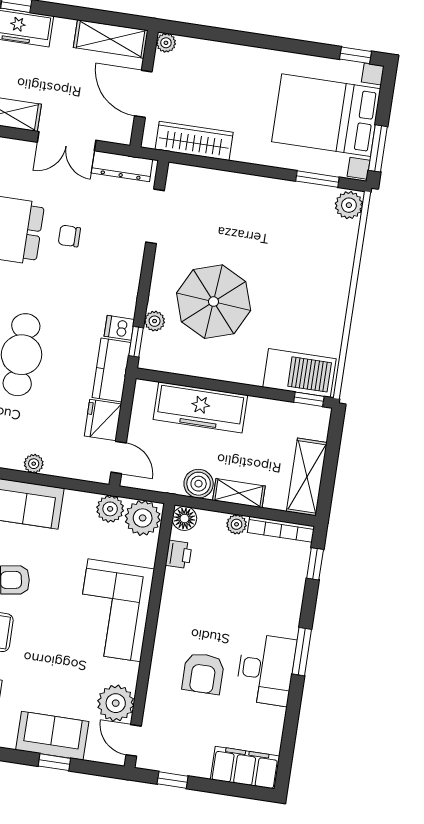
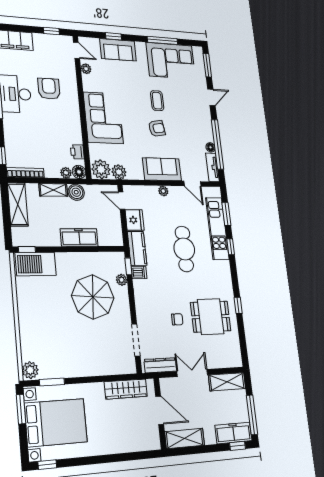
plant: (166, 43) -> (155, 444), removed
freezer: (200, 407) -> (79, 237), width x0.73, depth x0.79
plant: (237, 524) -> (66, 173), moved
plant: (116, 703) -> (86, 69), width x0.53, depth x0.53

